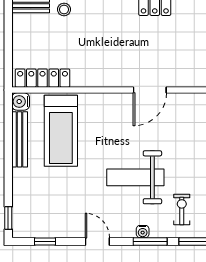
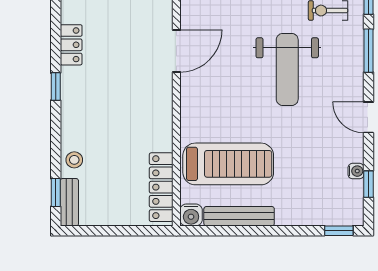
door: (150, 90) -> (176, 51), hinge flipped
water cooler: (143, 232) -> (356, 171), moved
door: (97, 241) -> (369, 117), hinge flipped

